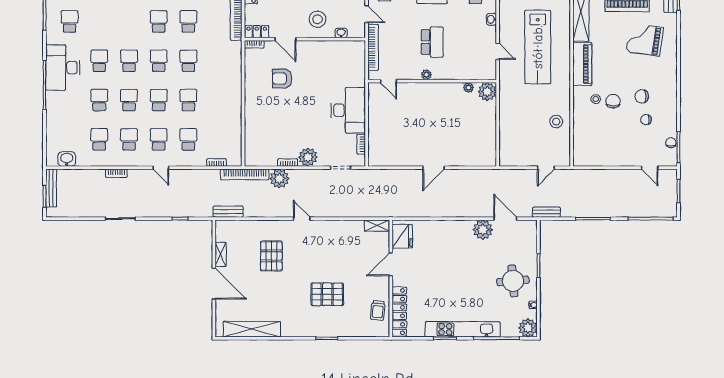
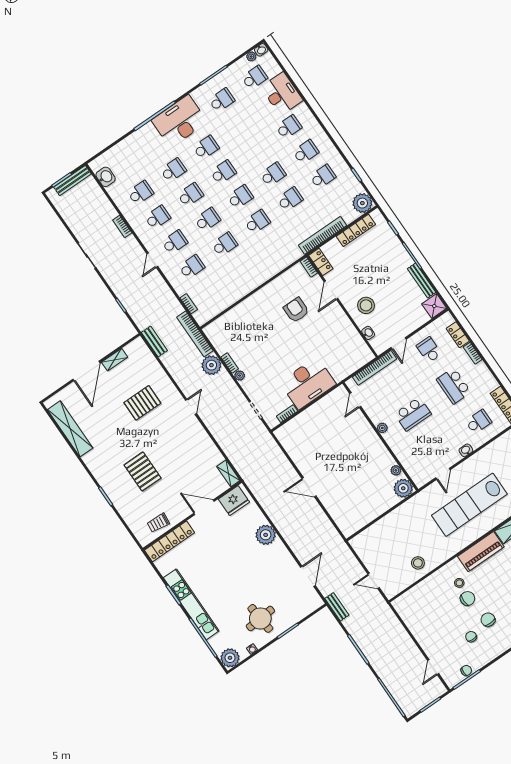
plant: (308, 157) -> (240, 376), width x0.53, depth x0.53
plant: (483, 230) -> (266, 535), moved

